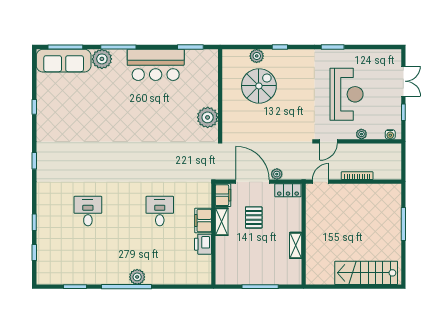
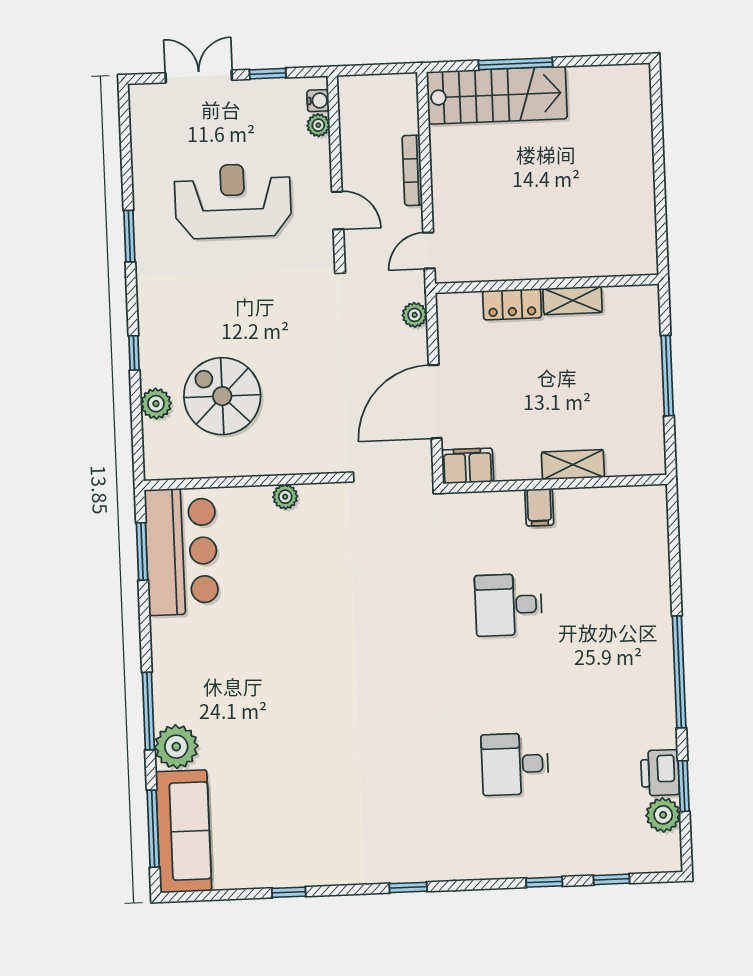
bar counter: (156, 65) -> (181, 551), moved
plant: (208, 117) -> (285, 497), width x0.53, depth x0.53
plant: (361, 134) -> (318, 125), moved
door: (328, 141) -> (338, 211), moved
plant: (277, 174) -> (415, 315), moved
door: (321, 182) -> (429, 250), hinge flipped
locker: (288, 190) -> (512, 304), moved, turned 90
pallet: (254, 217) -> (514, 396), removed
filing cabinet: (203, 221) -> (539, 507), width x0.50
shelving: (222, 222) -> (573, 465), moved
printer: (203, 244) -> (660, 773), moved, turned 90
stairs: (366, 273) -> (497, 95), moved, turned -90
plant: (137, 277) -> (663, 815), moved

